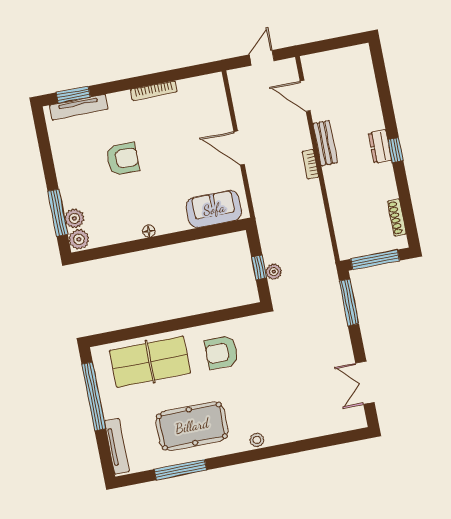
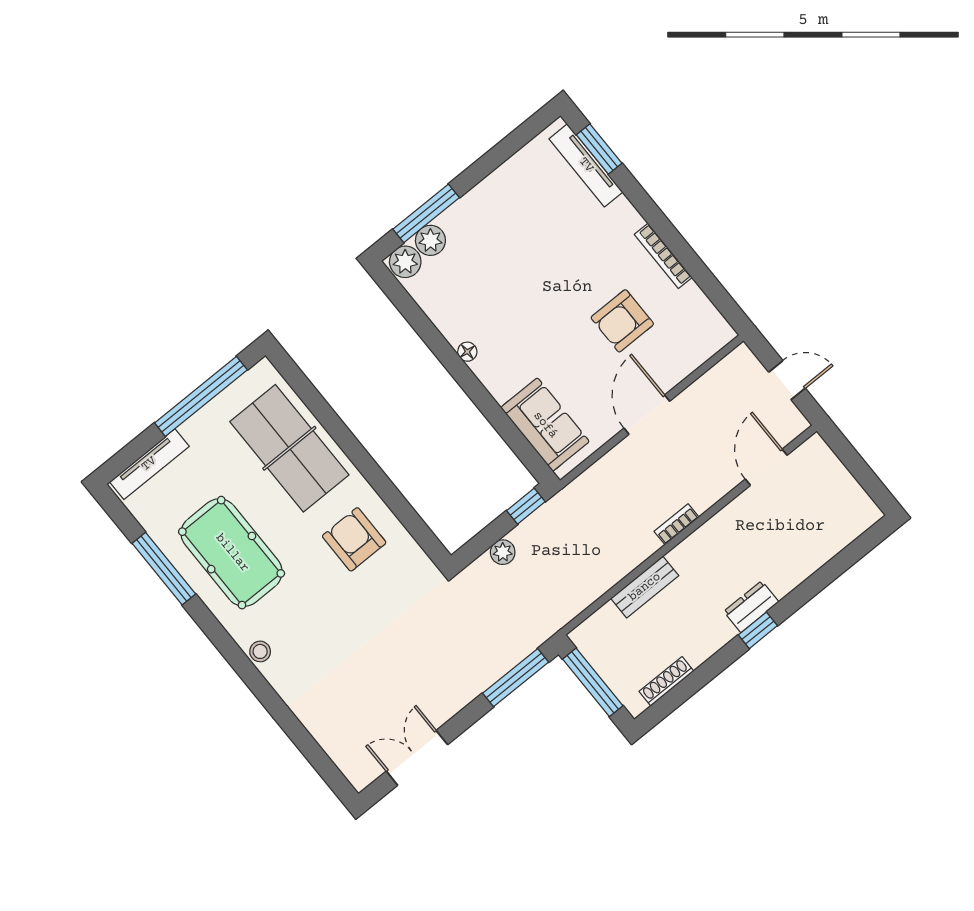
bench: (325, 143) -> (645, 587), moved
armchair: (123, 159) -> (622, 321), moved, turned 90
window: (259, 268) -> (526, 506), moved

